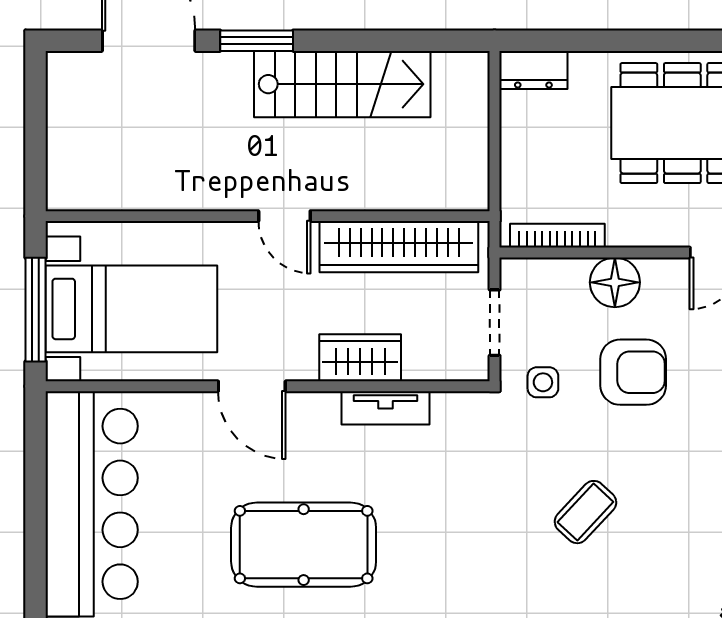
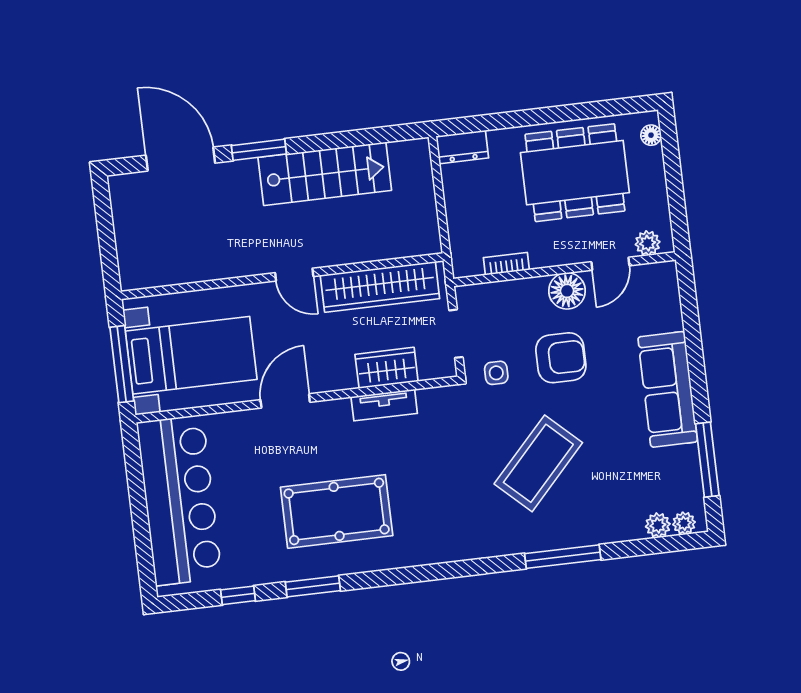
bookcase: (557, 236) -> (506, 264), width x0.64
floor lamp: (615, 282) -> (567, 291), moved
wardrobe: (360, 358) -> (387, 368), moved
door: (252, 386) -> (285, 401), swing flipped
coffee table: (585, 512) -> (538, 463), width x1.86, depth x1.72

